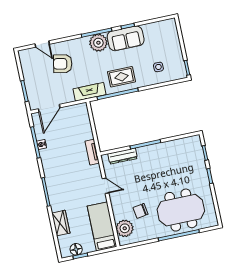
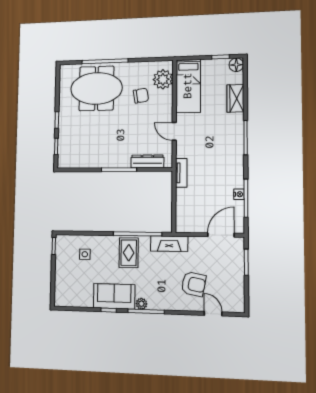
plant: (98, 43) -> (141, 304), width x0.53, depth x0.53
rug: (121, 77) -> (129, 253), turned 90
floor lamp: (76, 249) -> (236, 65), moved

